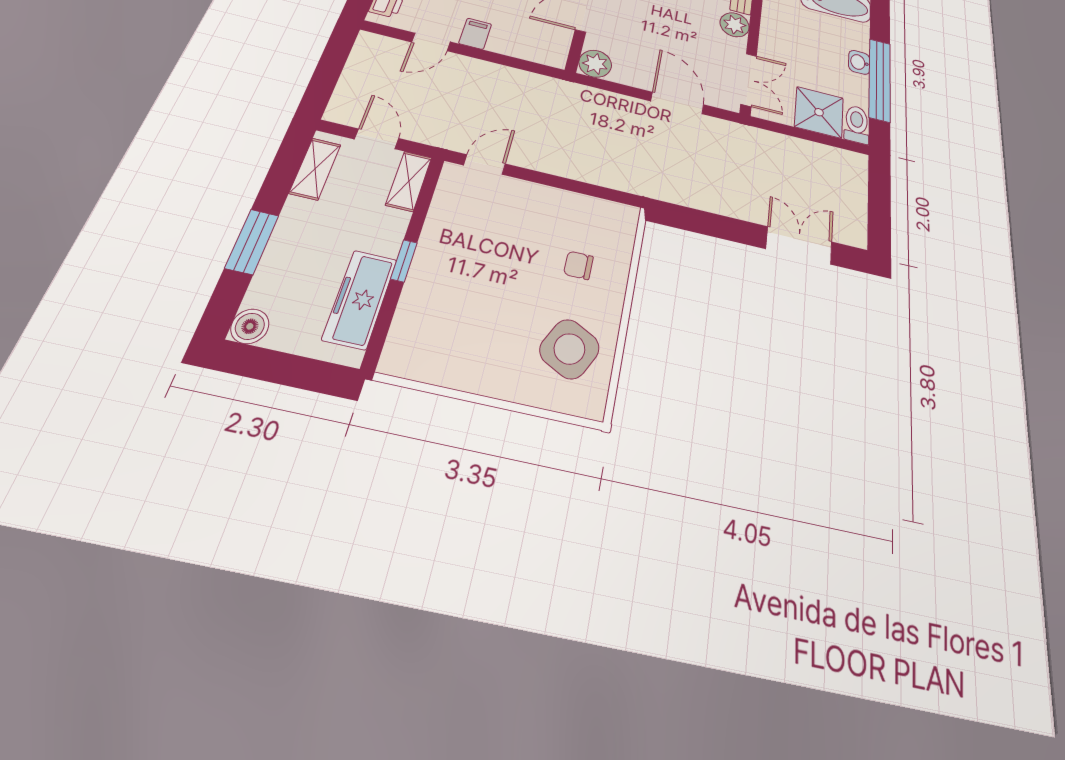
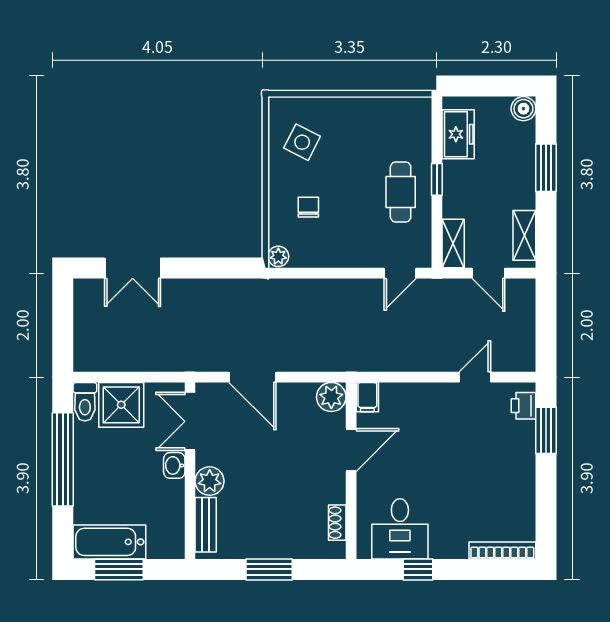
filing cabinet: (475, 34) -> (367, 397), moved
washbasin: (859, 62) -> (174, 465), moved, turned 180
plant: (627, 217) -> (278, 256), added
cafe table: (456, 256) -> (401, 192), added
chair: (578, 265) -> (308, 207), turned -90
freezer: (360, 299) -> (458, 134), width x0.71
side table: (569, 349) -> (302, 142), width x0.73, depth x0.73

